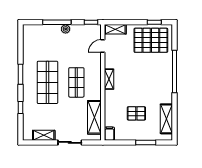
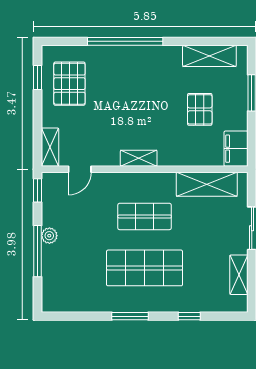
pallet: (151, 40) -> (69, 84), width x0.73, depth x0.71
door: (103, 46) -> (80, 169), hinge flipped
filing cabinet: (109, 134) -> (236, 149), width x2.00

